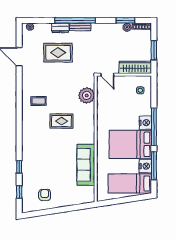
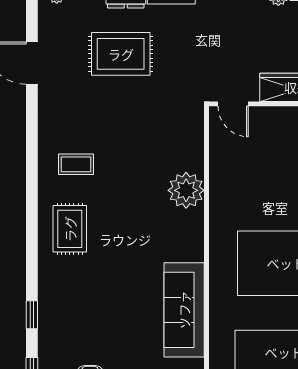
plant: (87, 95) -> (186, 190), moved
rug: (61, 121) -> (70, 229), moved, turned 90

